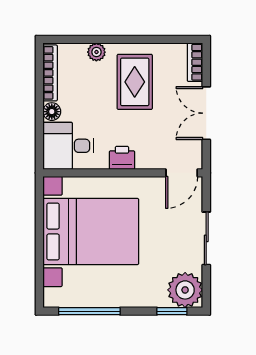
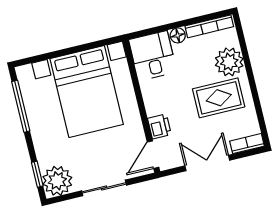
plant: (96, 52) -> (229, 62), width x1.87, depth x1.87
printer: (122, 158) -> (159, 126), moved
door: (182, 173) -> (153, 155), hinge flipped

